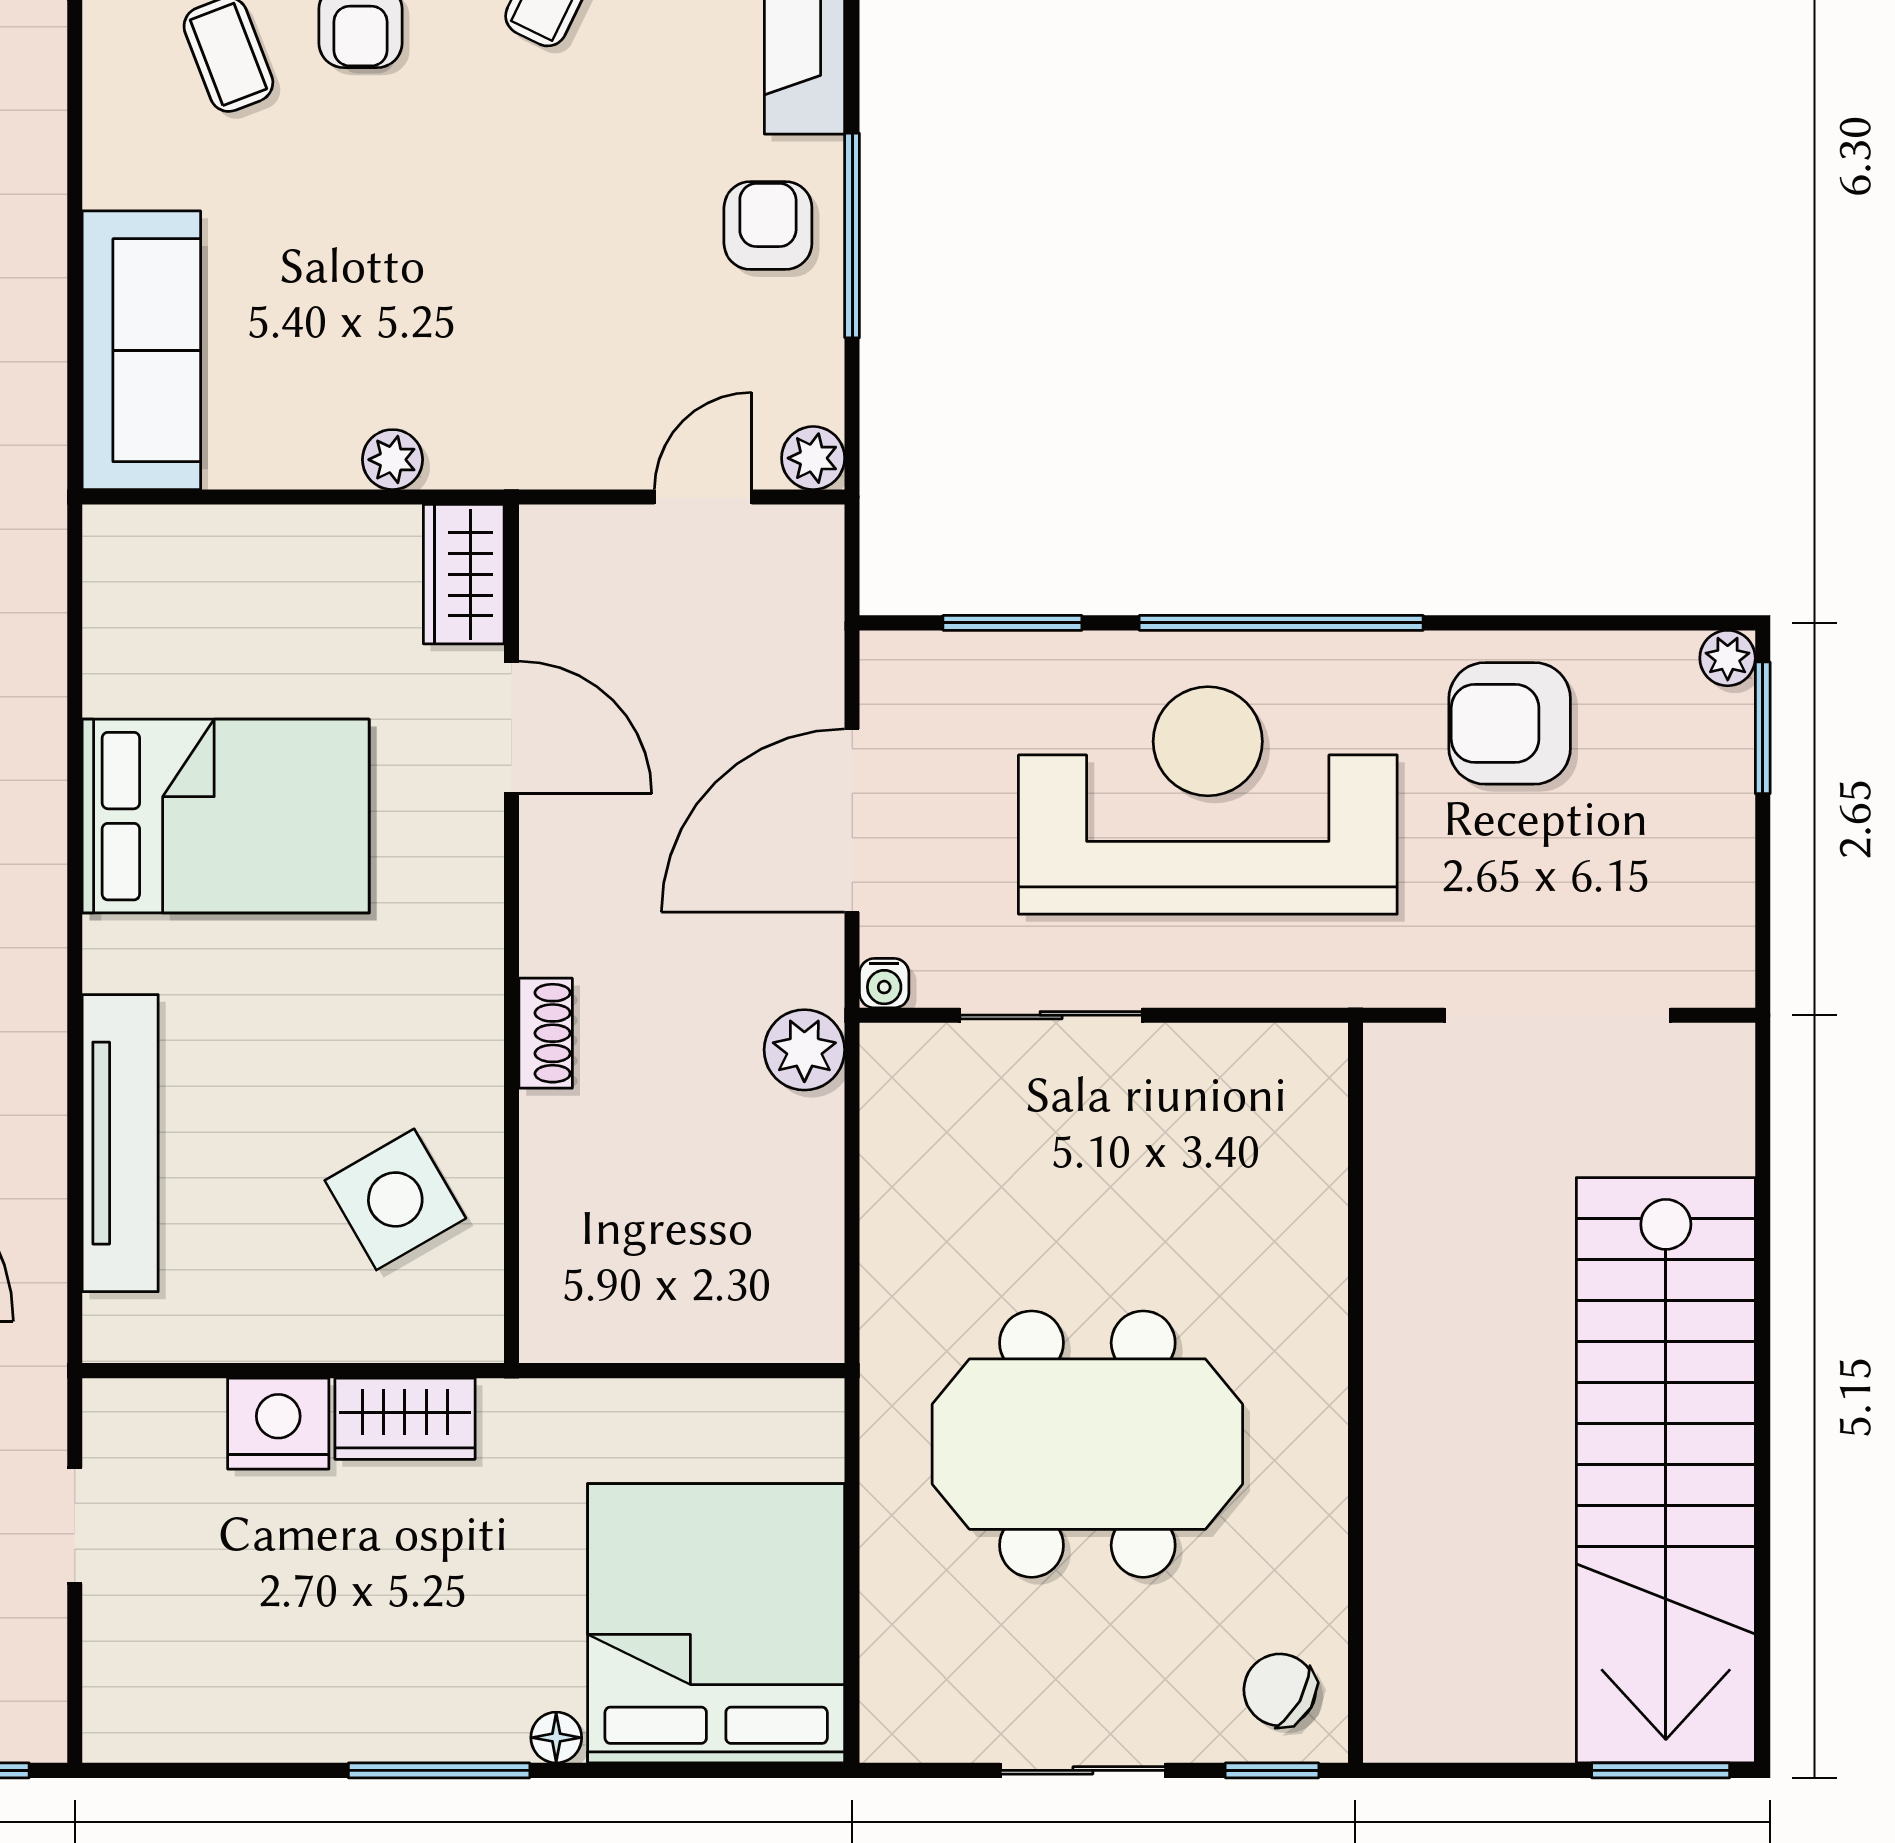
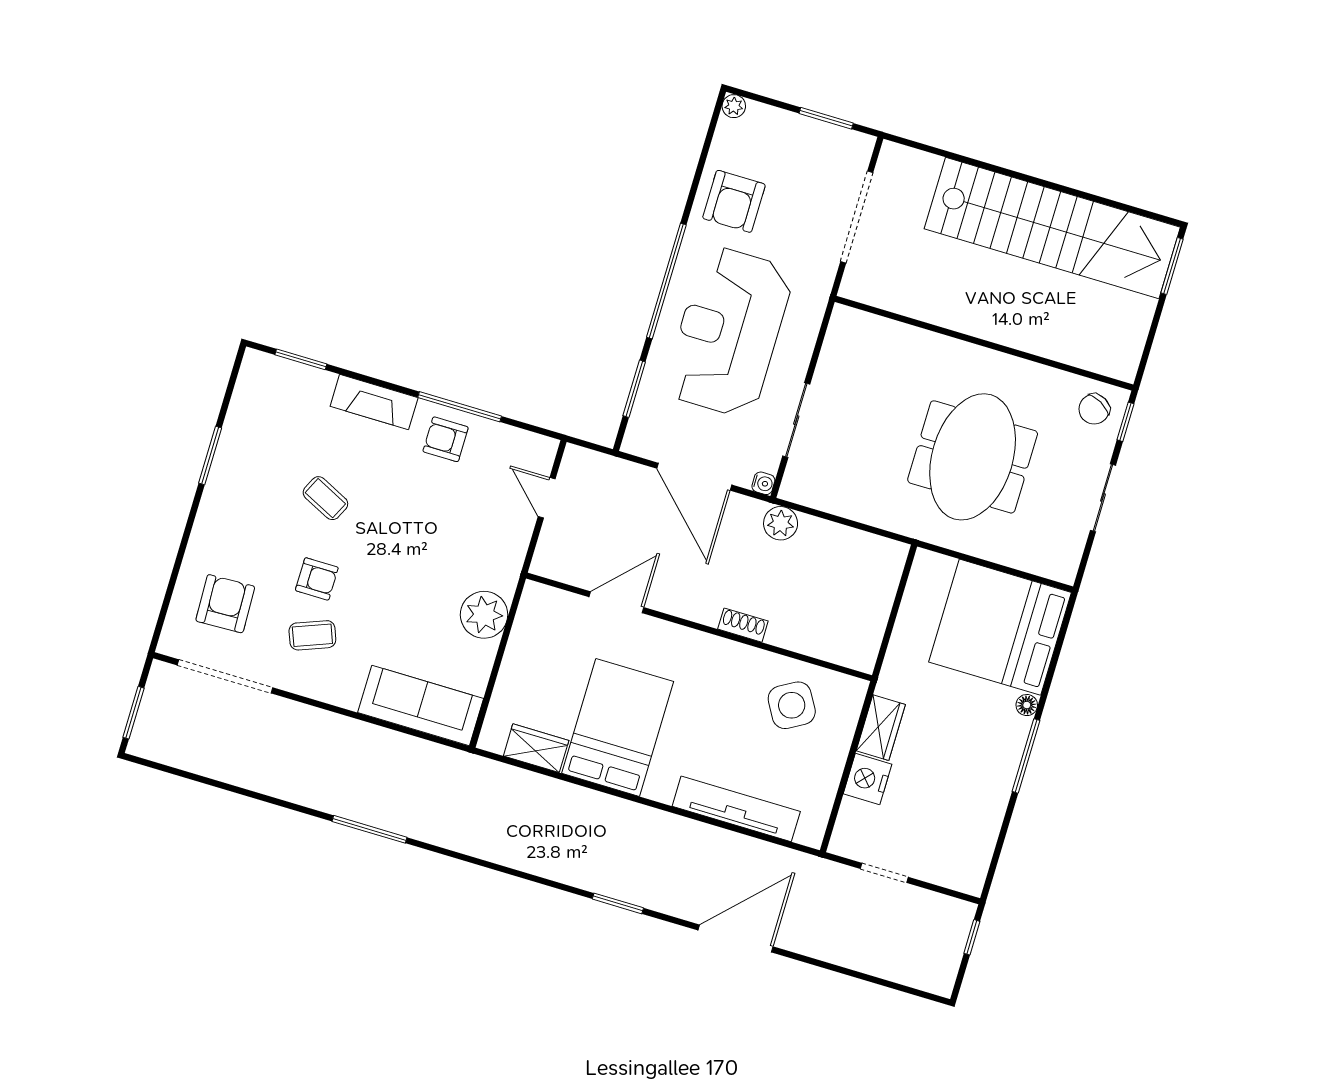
plant: (813, 458) -> (544, 449), removed
plant: (392, 460) -> (484, 615), width x1.88, depth x1.88
wardrobe: (464, 574) -> (536, 748), moved, turned 180
window: (1763, 728) -> (826, 118), moved

